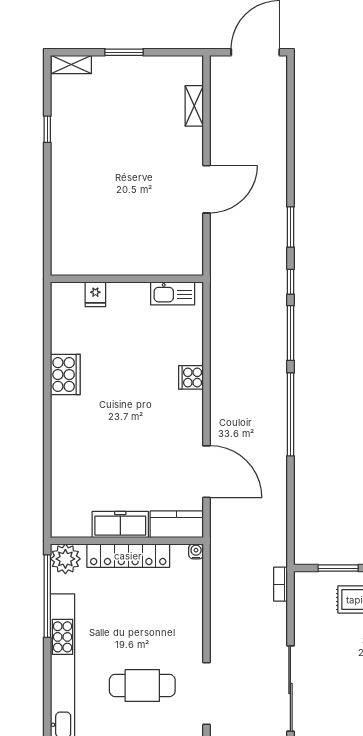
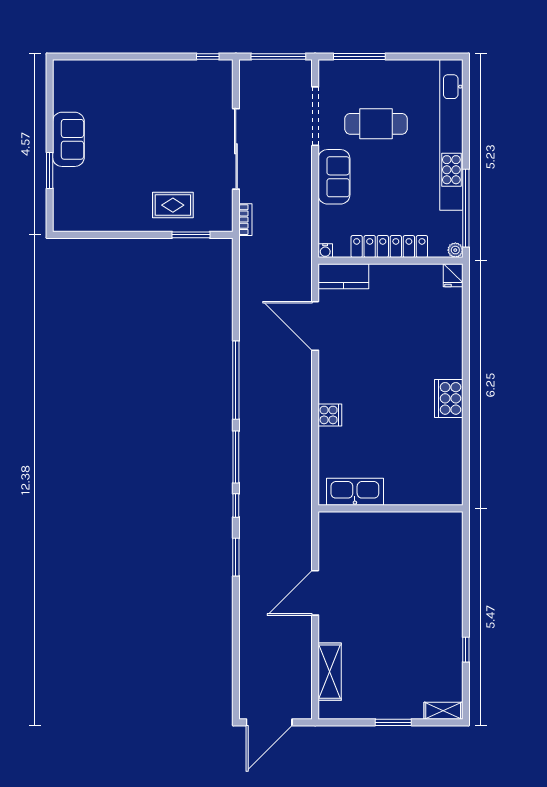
shelving: (194, 106) -> (330, 672), width x1.50, depth x1.33
kitchen sink: (173, 293) -> (355, 492), width x1.36, depth x1.24
fridge: (95, 294) -> (453, 275), moved, turned 180
cooker: (65, 375) -> (449, 398), moved
freezer: (120, 525) -> (397, 276), removed
plant: (65, 559) -> (455, 250), width x0.53, depth x0.53
sofa: (187, 629) -> (334, 177), added
sliding door: (290, 689) -> (236, 149), moved

